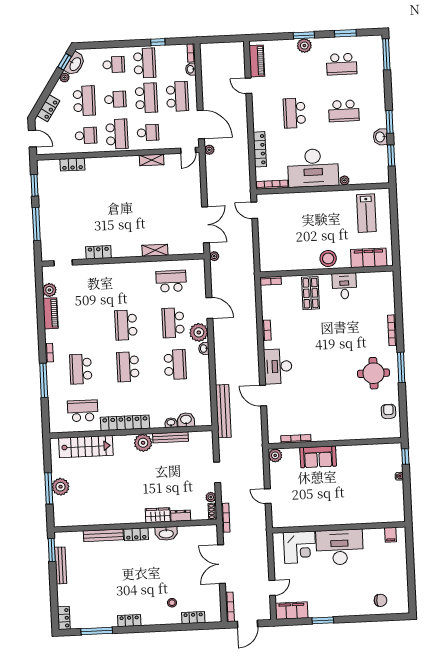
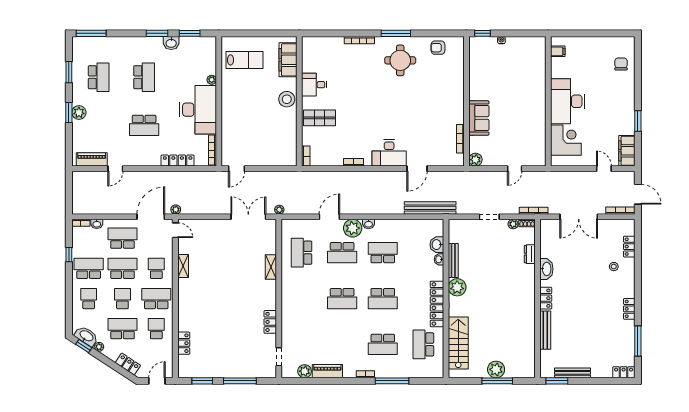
wardrobe: (158, 515) -> (528, 276), removed

